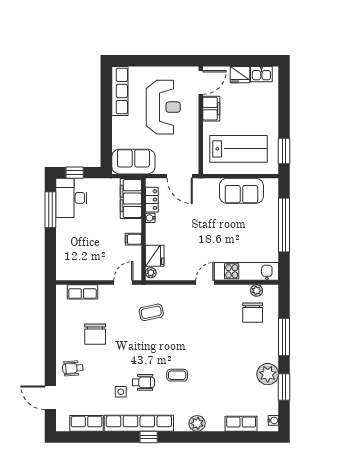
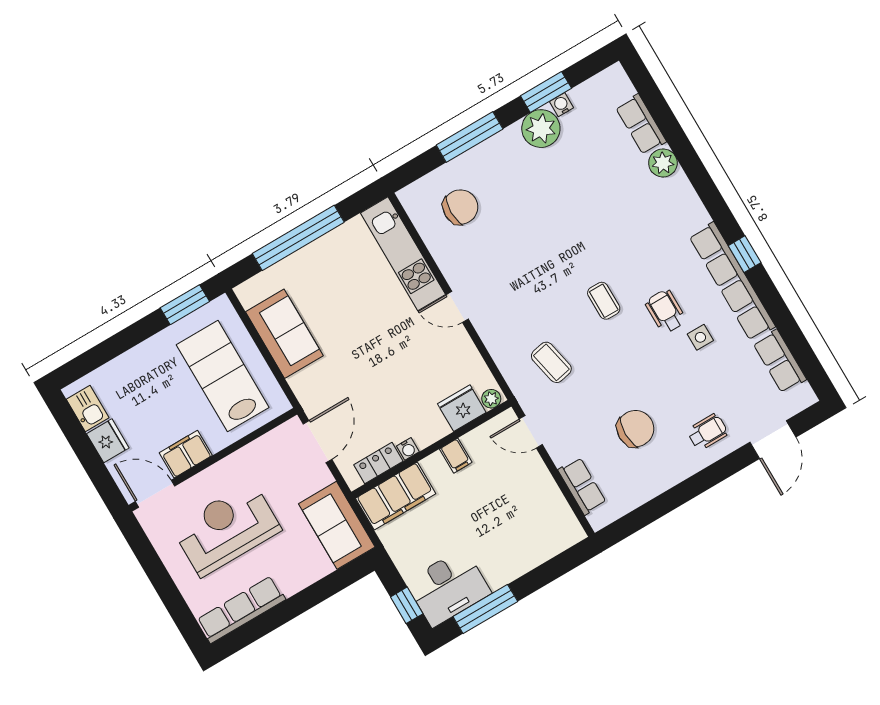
plant: (257, 291) -> (423, 221), removed
wheelchair: (73, 368) -> (708, 432), turned -86
coffee table: (177, 375) -> (604, 301), moved
water cooler: (273, 420) -> (562, 105), moved
plant: (197, 423) -> (663, 163), moved

